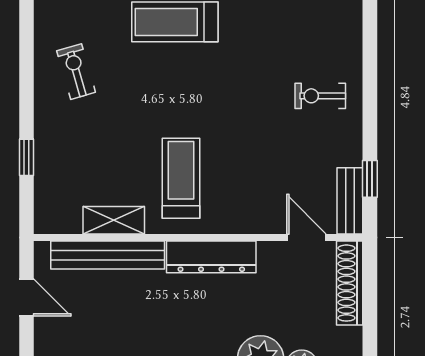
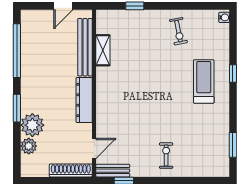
exercise bike: (76, 72) -> (178, 31), turned 95
treadmill: (181, 178) -> (124, 85), removed

